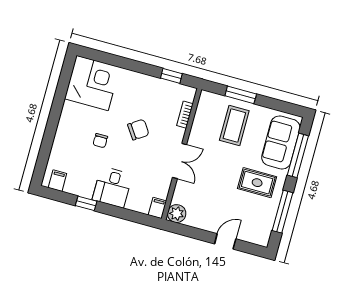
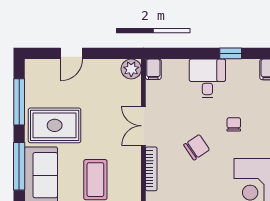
bookcase: (185, 115) -> (151, 169), width x1.56
chair: (138, 130) -> (197, 147), turned 180
rug: (257, 183) -> (55, 125), width x1.36, depth x1.43

